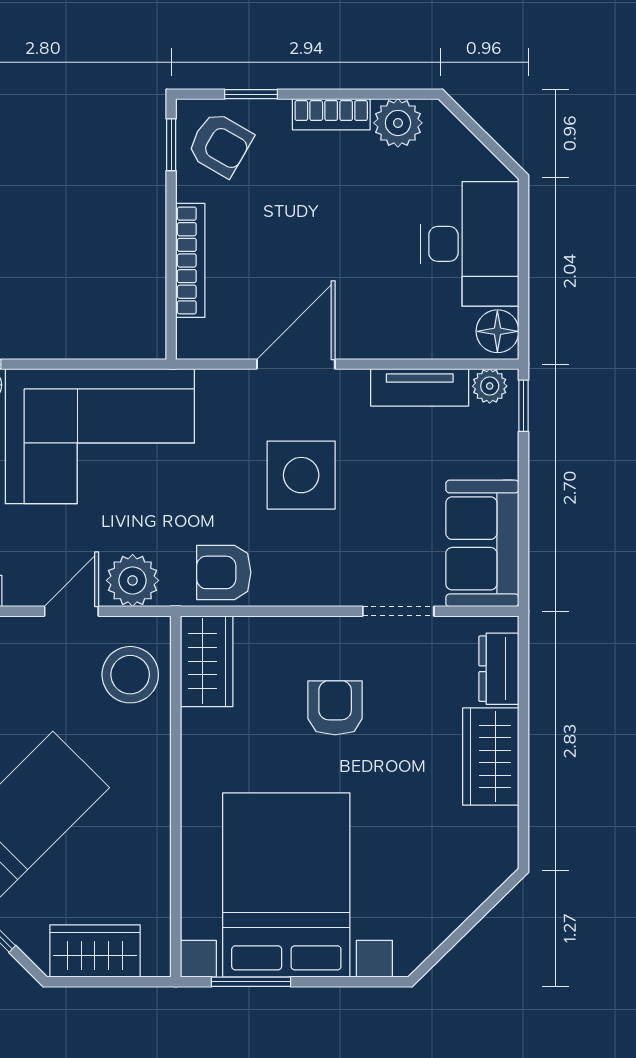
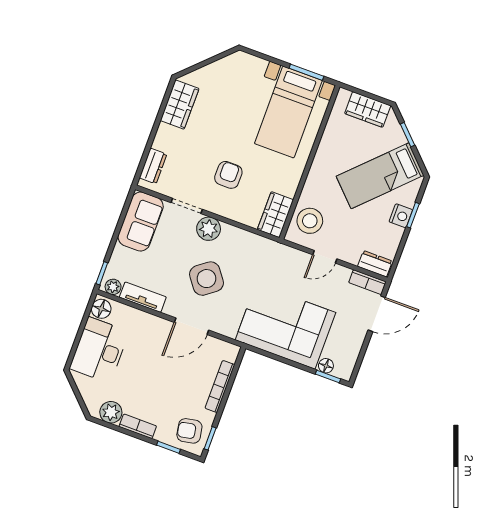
armchair: (220, 144) -> (189, 431), turned -40
side table: (301, 475) -> (207, 279), turned -37
armchair: (224, 572) -> (254, 249), removed
plant: (133, 580) -> (209, 229), moved
armchair: (335, 708) -> (228, 175), turned 180
wardrobe: (491, 757) -> (180, 105), moved
bed with nightstands: (286, 885) -> (288, 112), width x0.73

